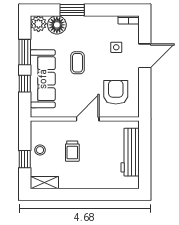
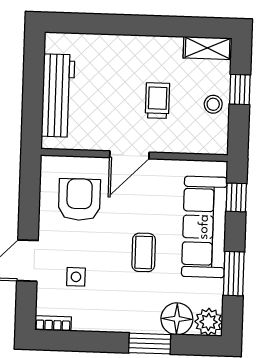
window: (25, 84) -> (236, 197), moved
armchair: (116, 92) -> (79, 199), turned 180

